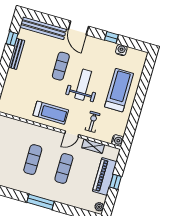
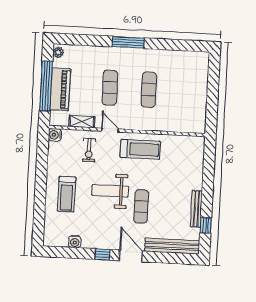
window: (111, 37) -> (103, 254), moved
weight bench: (83, 85) -> (110, 191), turned 90
treadmill: (119, 90) -> (67, 194), width x0.73, depth x0.73
treadmill: (51, 113) -> (140, 149), turned 180
door: (72, 134) -> (110, 130), hinge flipped
window: (116, 182) -> (46, 86), width x3.17

